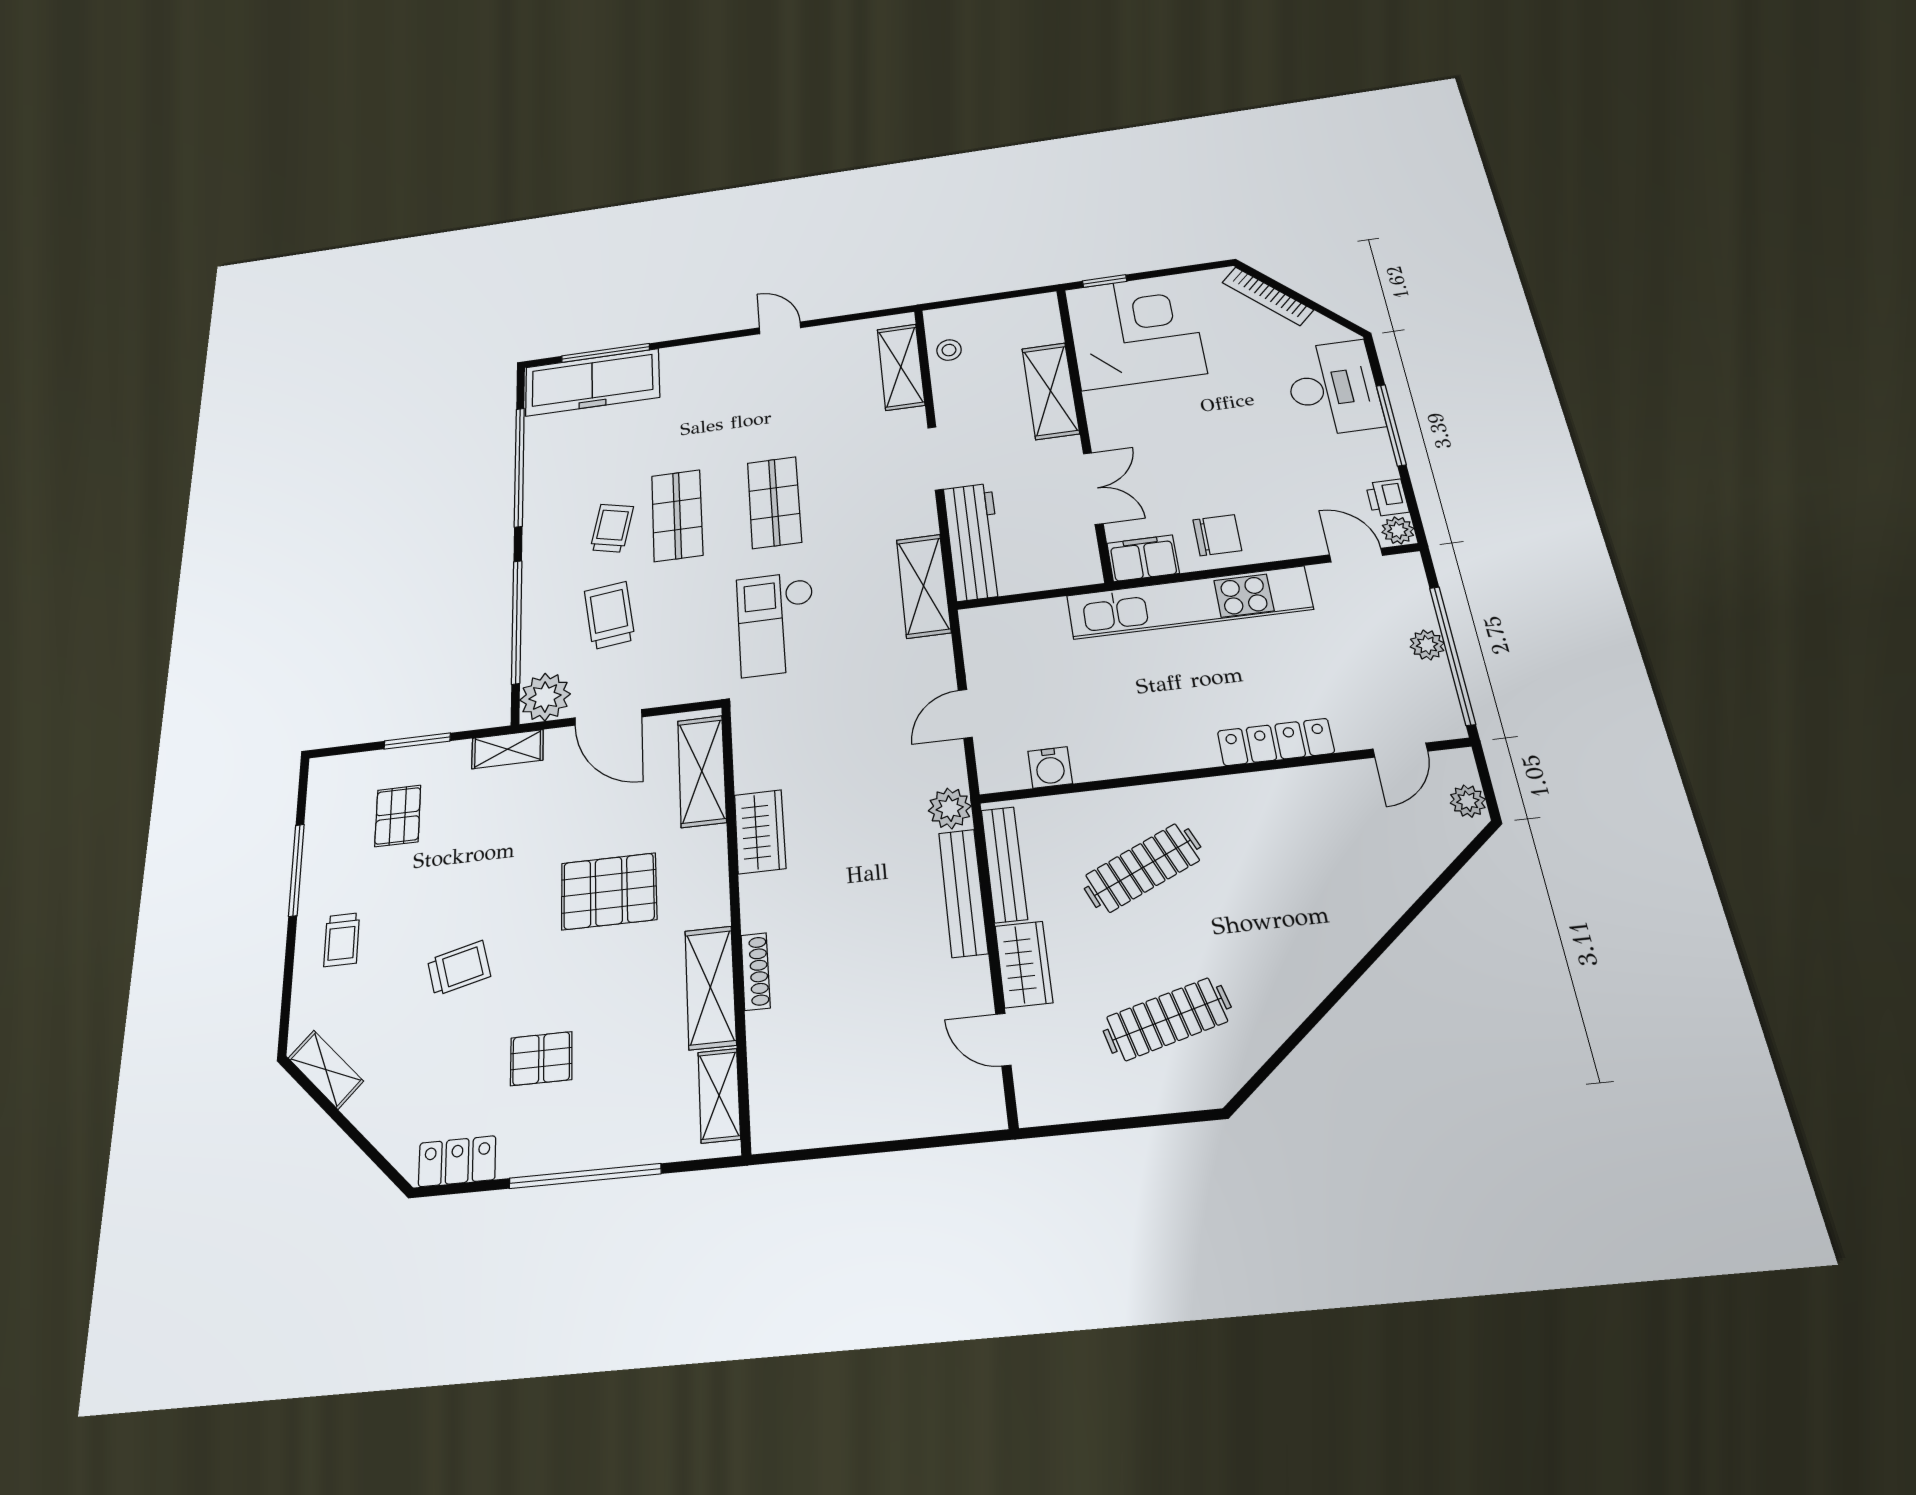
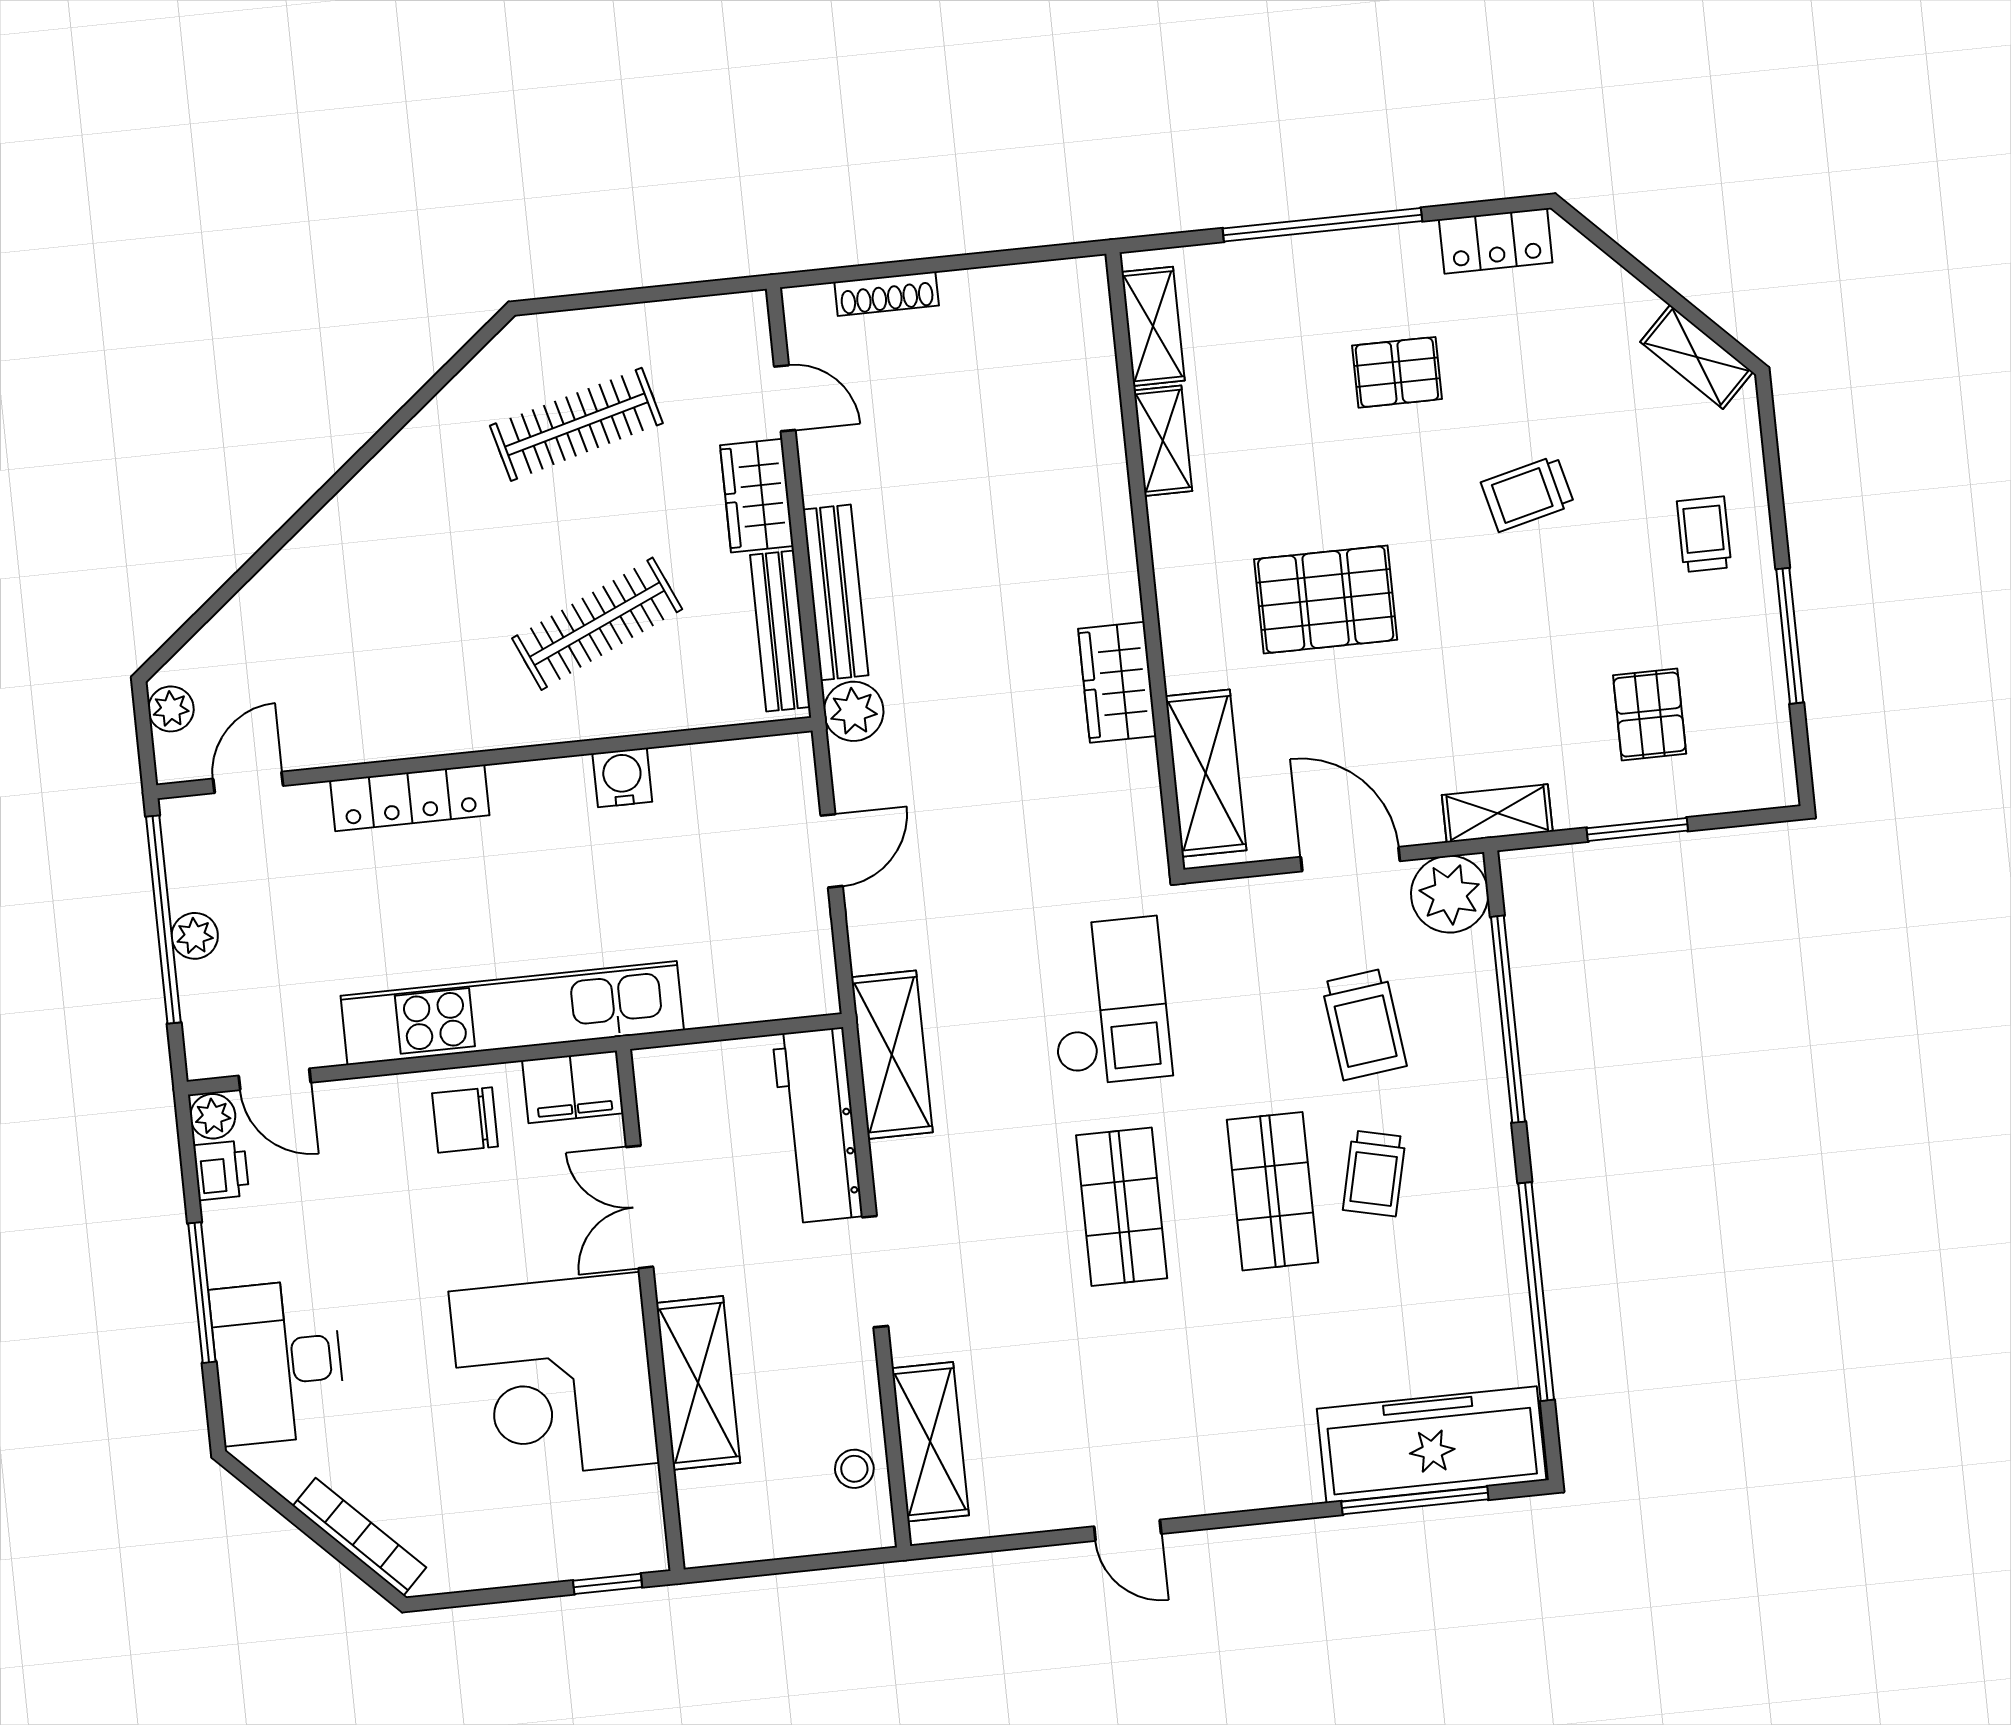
corner desk: (1135, 331) -> (554, 1377), moved
water cooler: (1050, 767) -> (622, 778), moved
shoe rack: (756, 971) -> (887, 294), moved, turned -90
shelving: (710, 987) -> (1163, 441), width x0.67, depth x0.75

